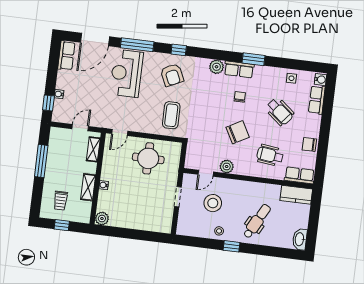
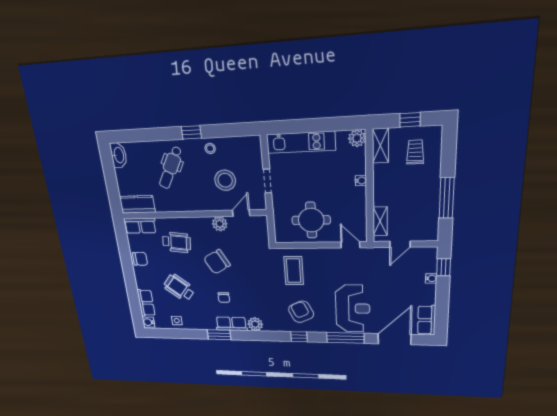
door: (120, 132) -> (350, 245), hinge flipped
shelving: (88, 187) -> (380, 146), moved
kitchen unit: (145, 223) -> (301, 142), added

